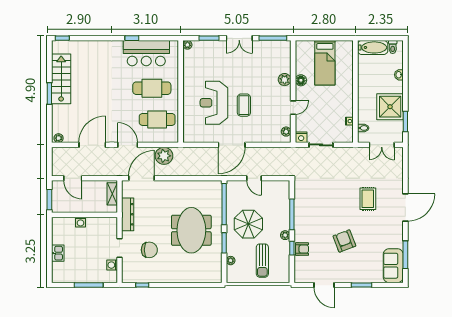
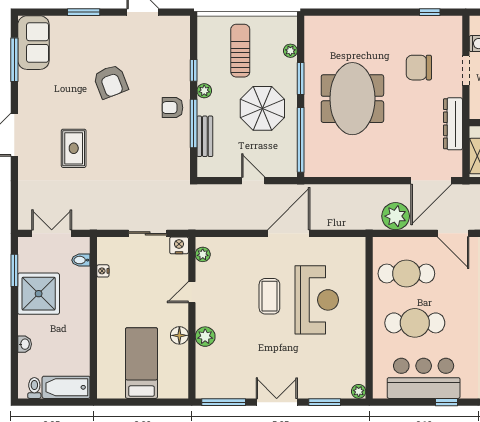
bench: (285, 206) -> (205, 136), added
armchair: (302, 249) -> (172, 108), moved

